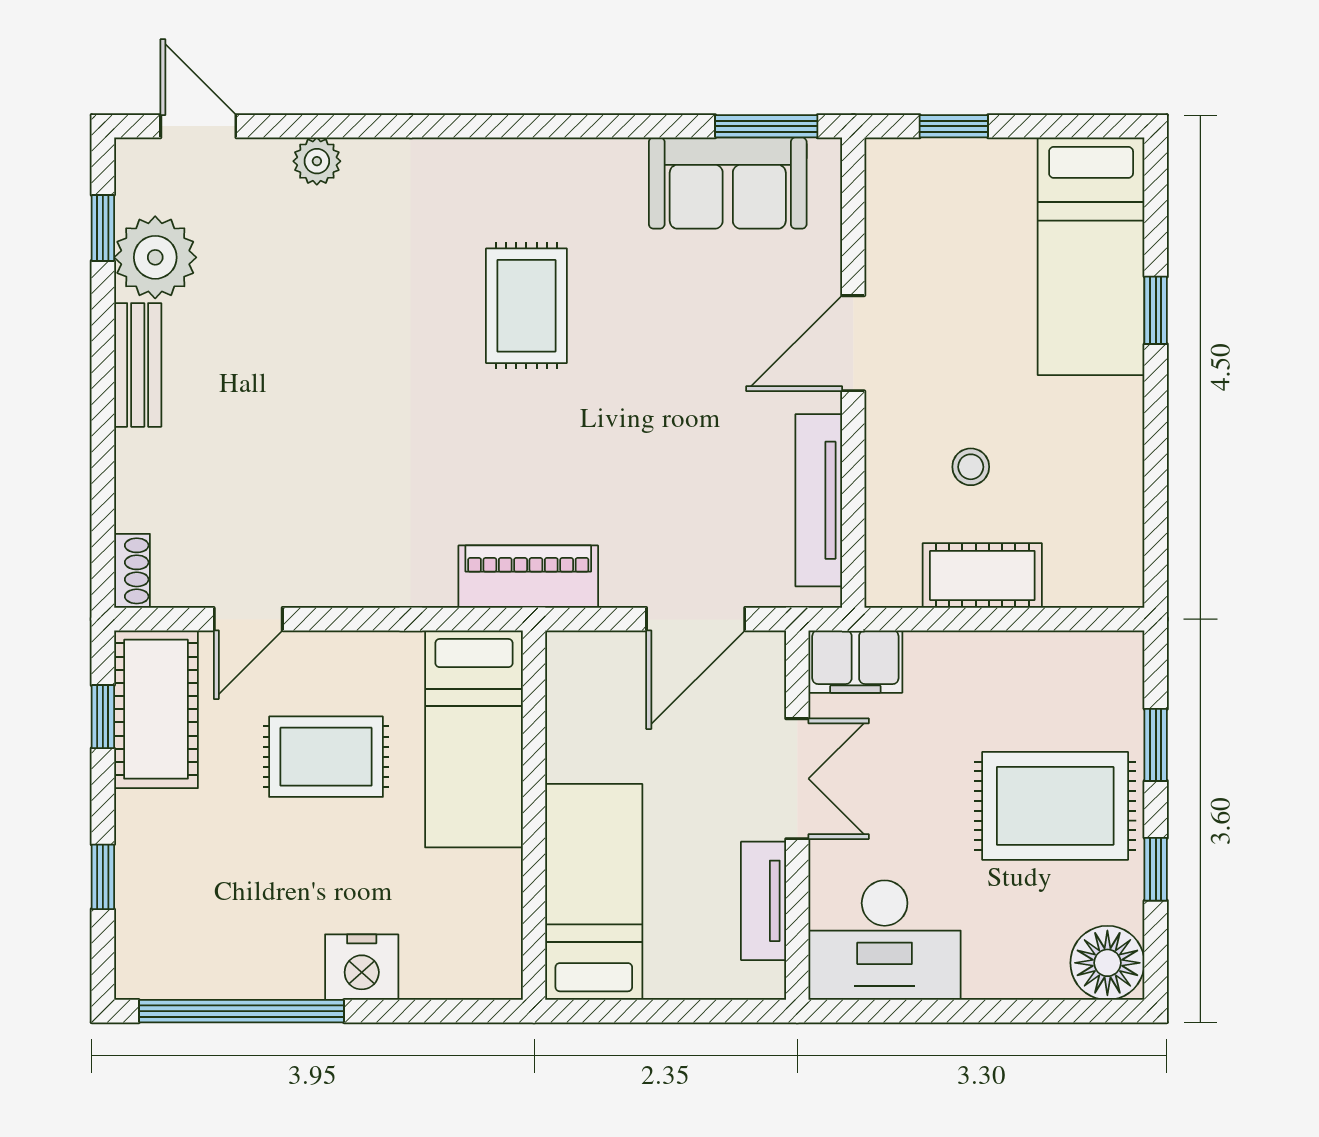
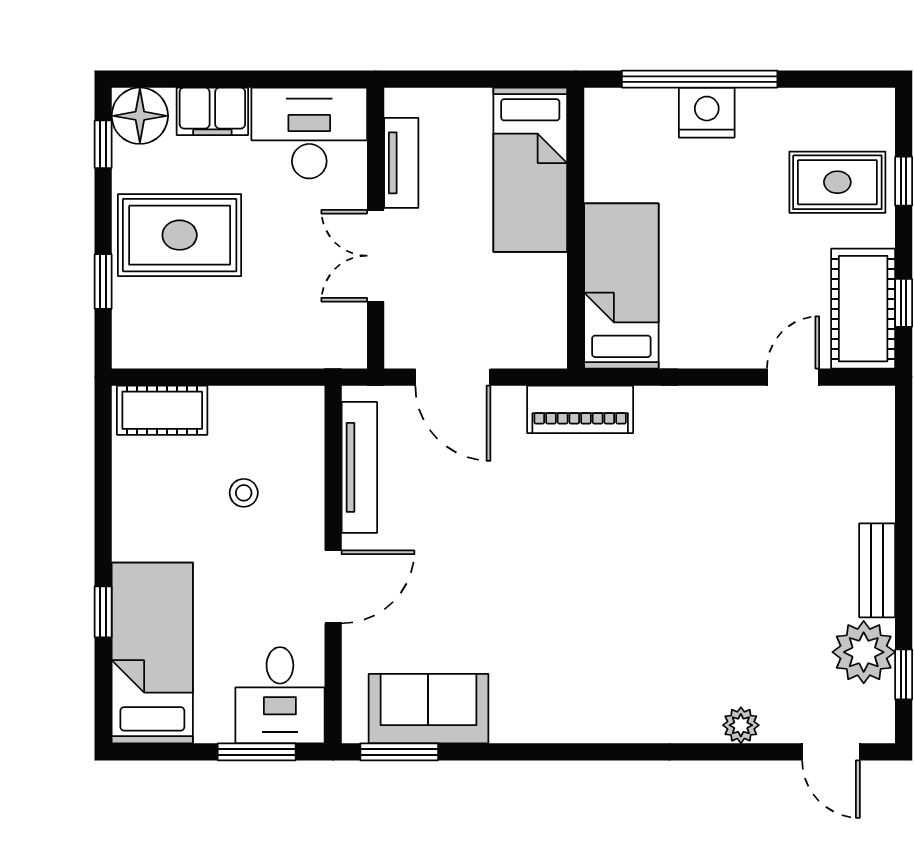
window: (954, 126) -> (257, 752), width x1.50
desk: (923, 201) -> (280, 695), added
rug: (526, 306) -> (582, 615), removed
shoe rack: (132, 571) -> (881, 414), removed
cot: (982, 575) -> (162, 410), moved
door: (696, 619) -> (453, 377), swing flipped
filing cabinet: (855, 662) -> (212, 111), moved, turned 180
rug: (326, 757) -> (837, 182), moved
window: (1156, 869) -> (103, 144), moved
window: (241, 1011) -> (700, 79), moved

